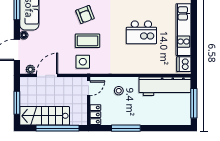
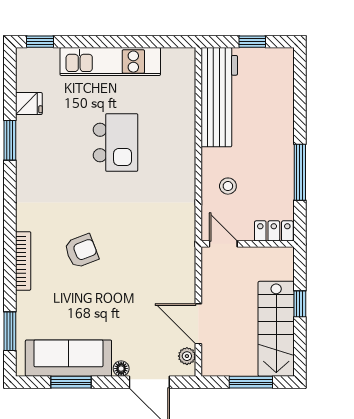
coffee table: (87, 41) -> (132, 246), removed
side table: (83, 62) -> (172, 255), removed
dishwasher: (184, 64) -> (177, 61), removed
window: (194, 103) -> (252, 42), width x0.46
window: (58, 128) -> (300, 304), width x0.32

